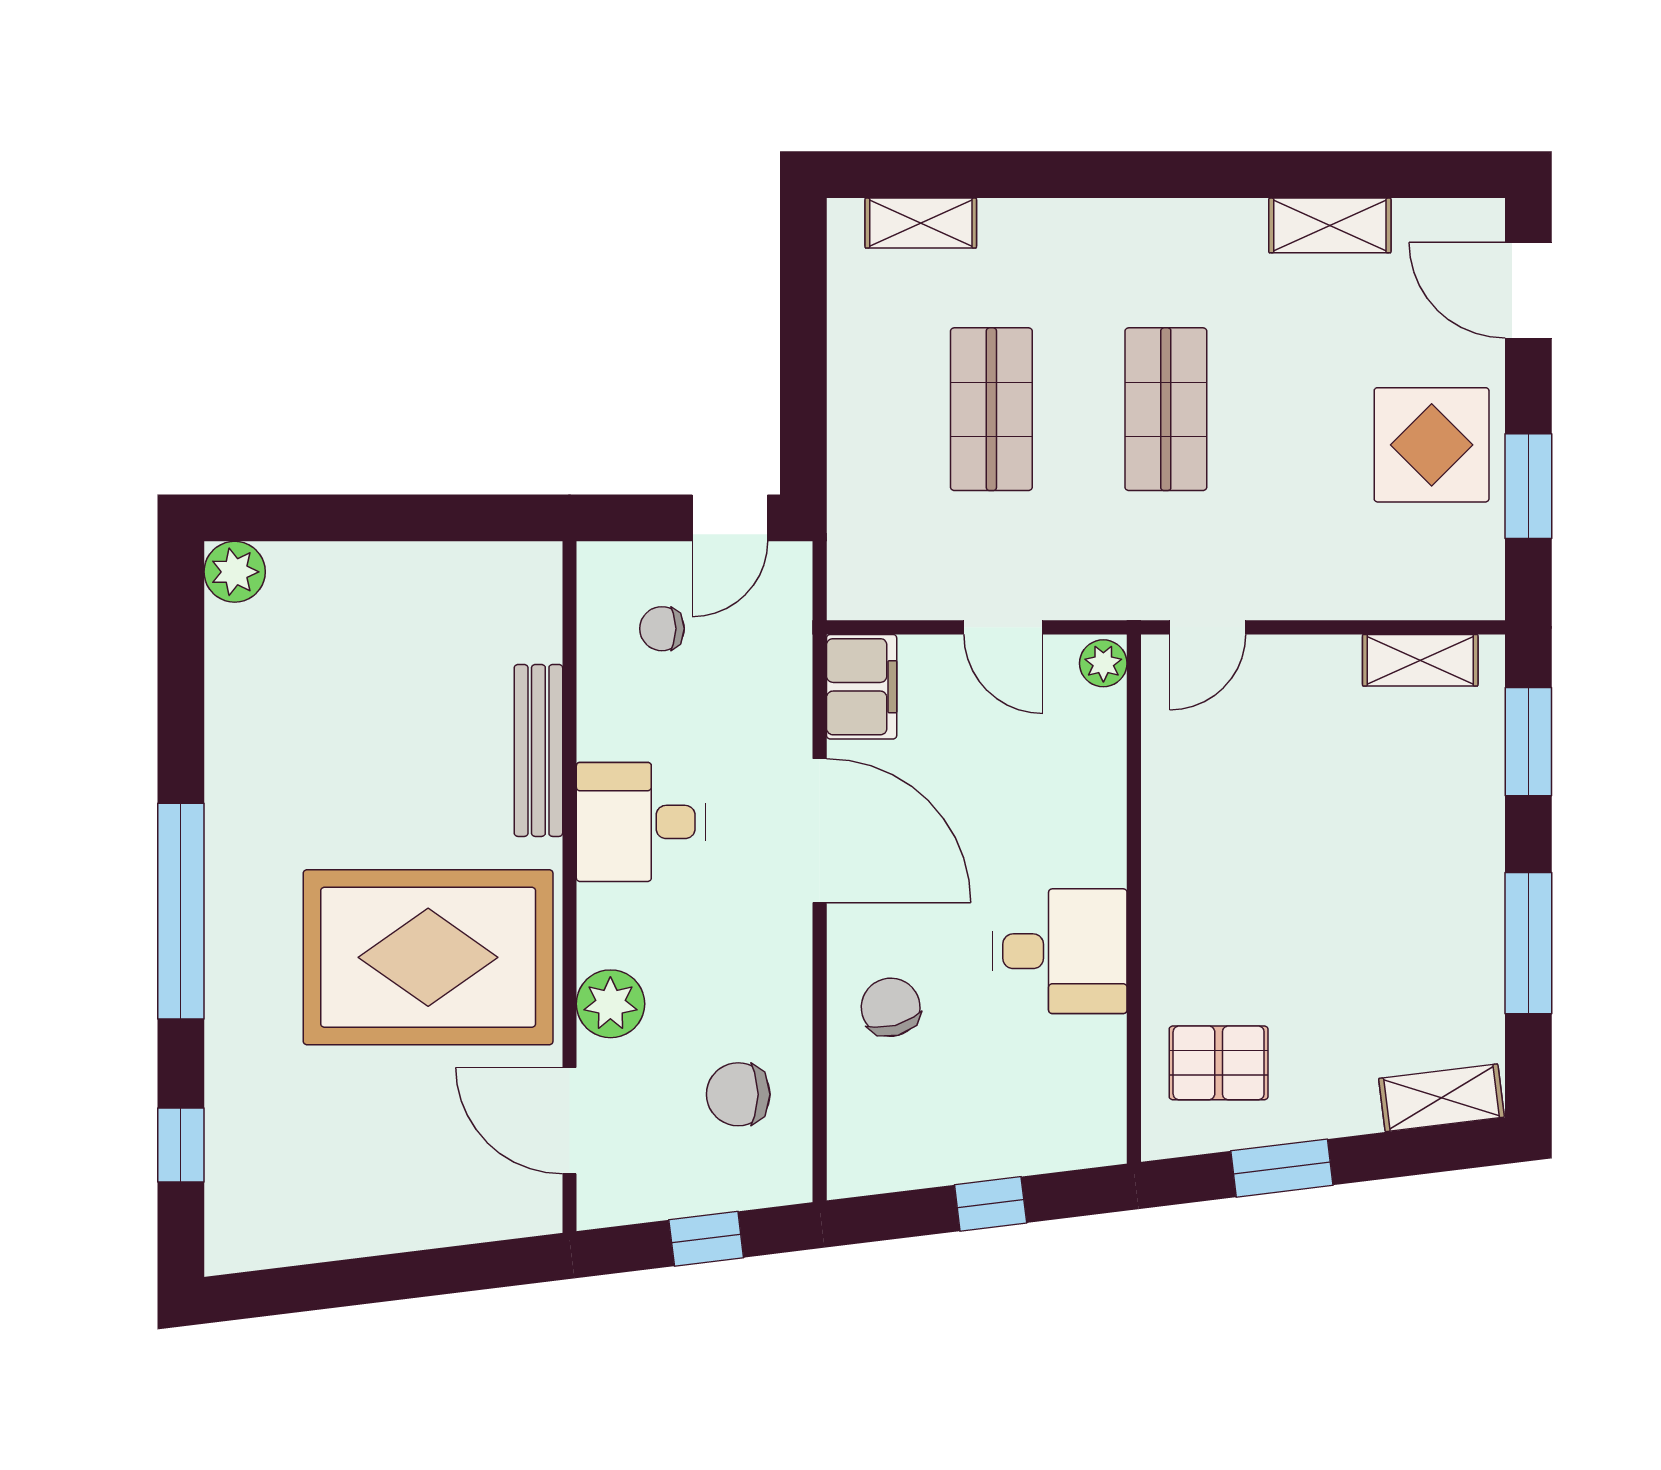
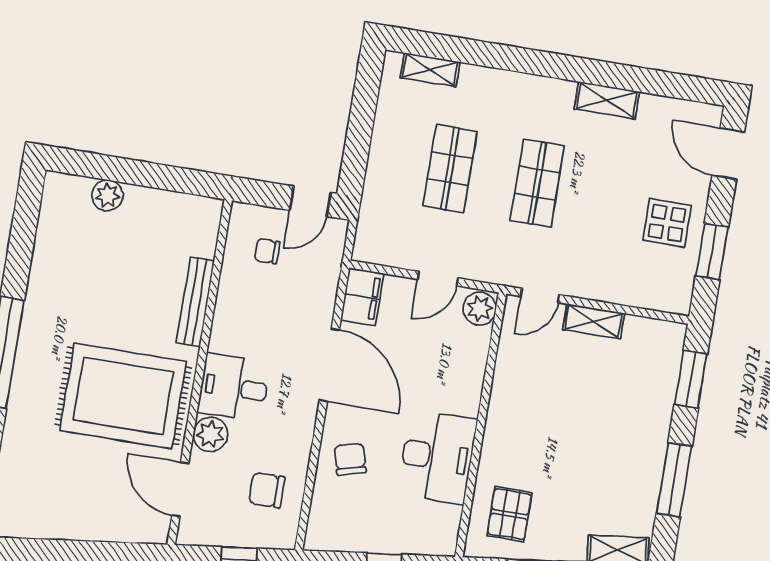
shelving: (1330, 225) -> (607, 100), moved
display table: (1432, 445) -> (667, 223), width x0.73, depth x0.73
plant: (235, 572) -> (107, 195), moved
door: (1003, 627) -> (438, 279), hinge flipped
shelving: (1420, 660) -> (594, 321), moved
plant: (1103, 663) -> (480, 309), width x1.38, depth x1.38
desk: (641, 822) -> (234, 388), moved
desk: (1060, 951) -> (437, 457), width x1.37
pallet: (1219, 1063) -> (509, 514), turned 90

